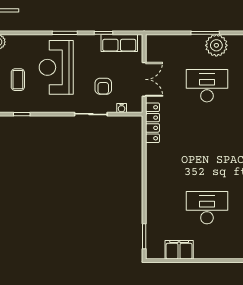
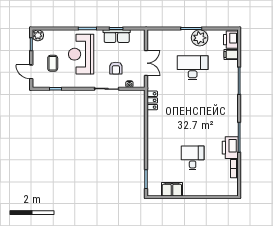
row of seats: (119, 43) -> (117, 36), moved
locker: (152, 123) -> (152, 100), width x0.66
desk: (207, 208) -> (193, 158), width x0.73

